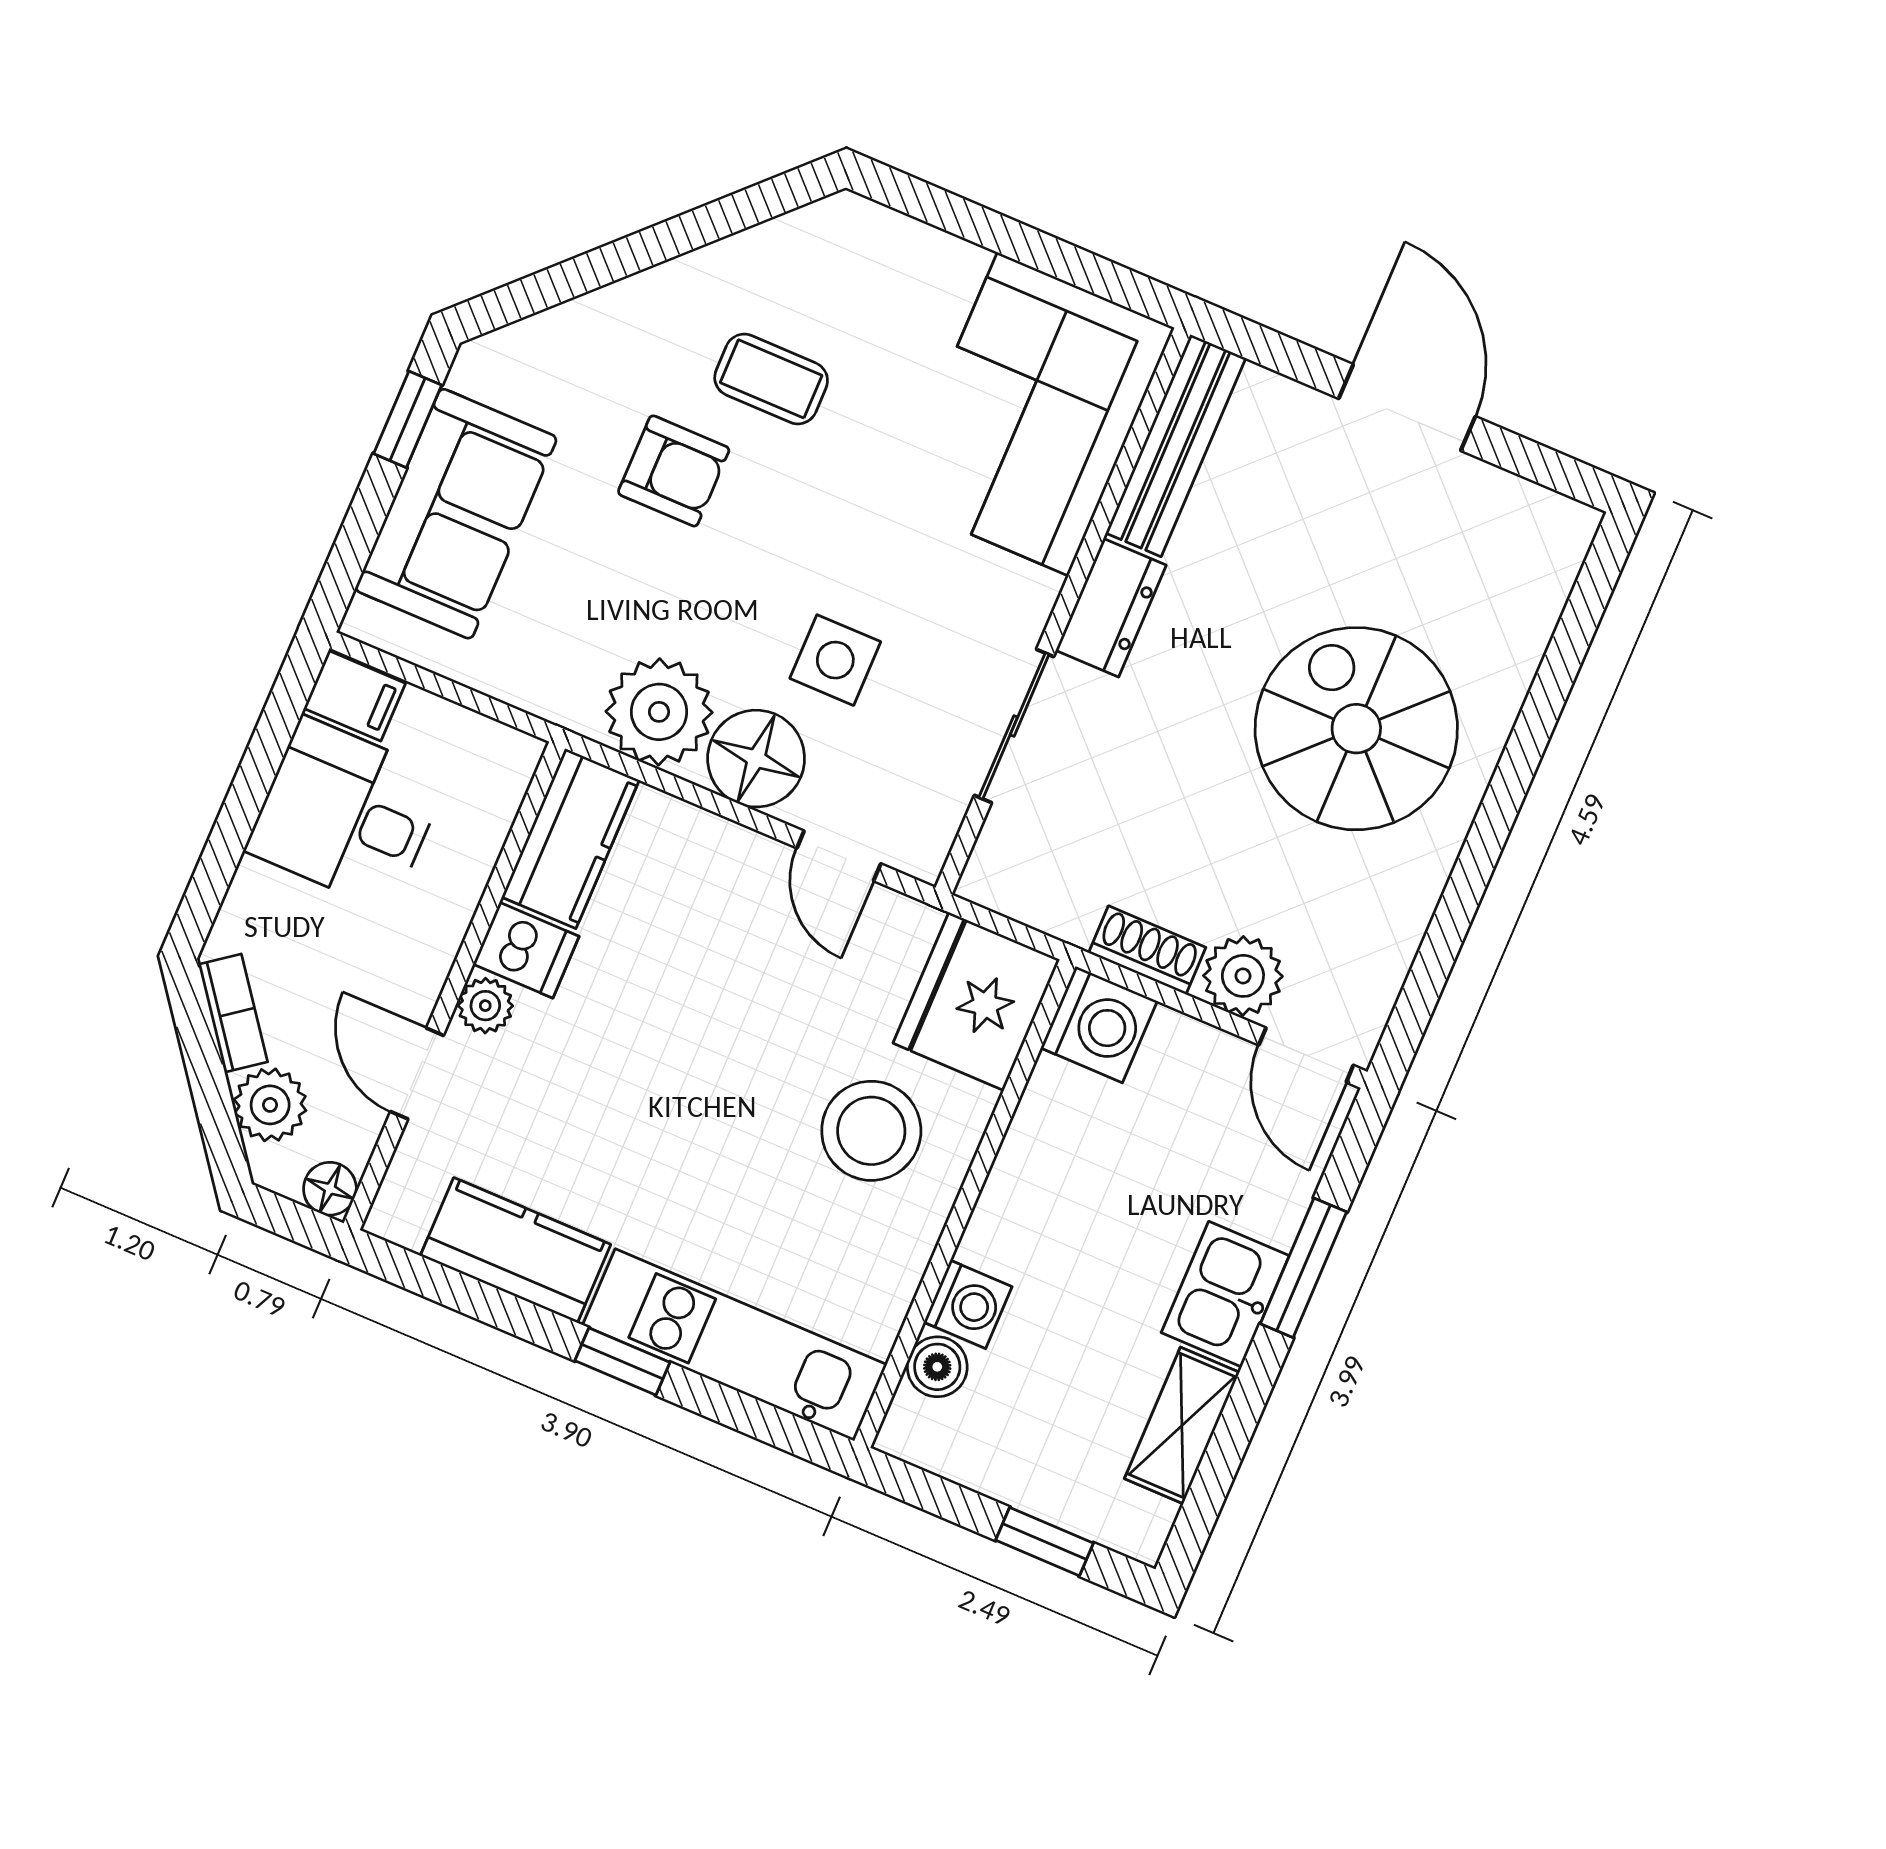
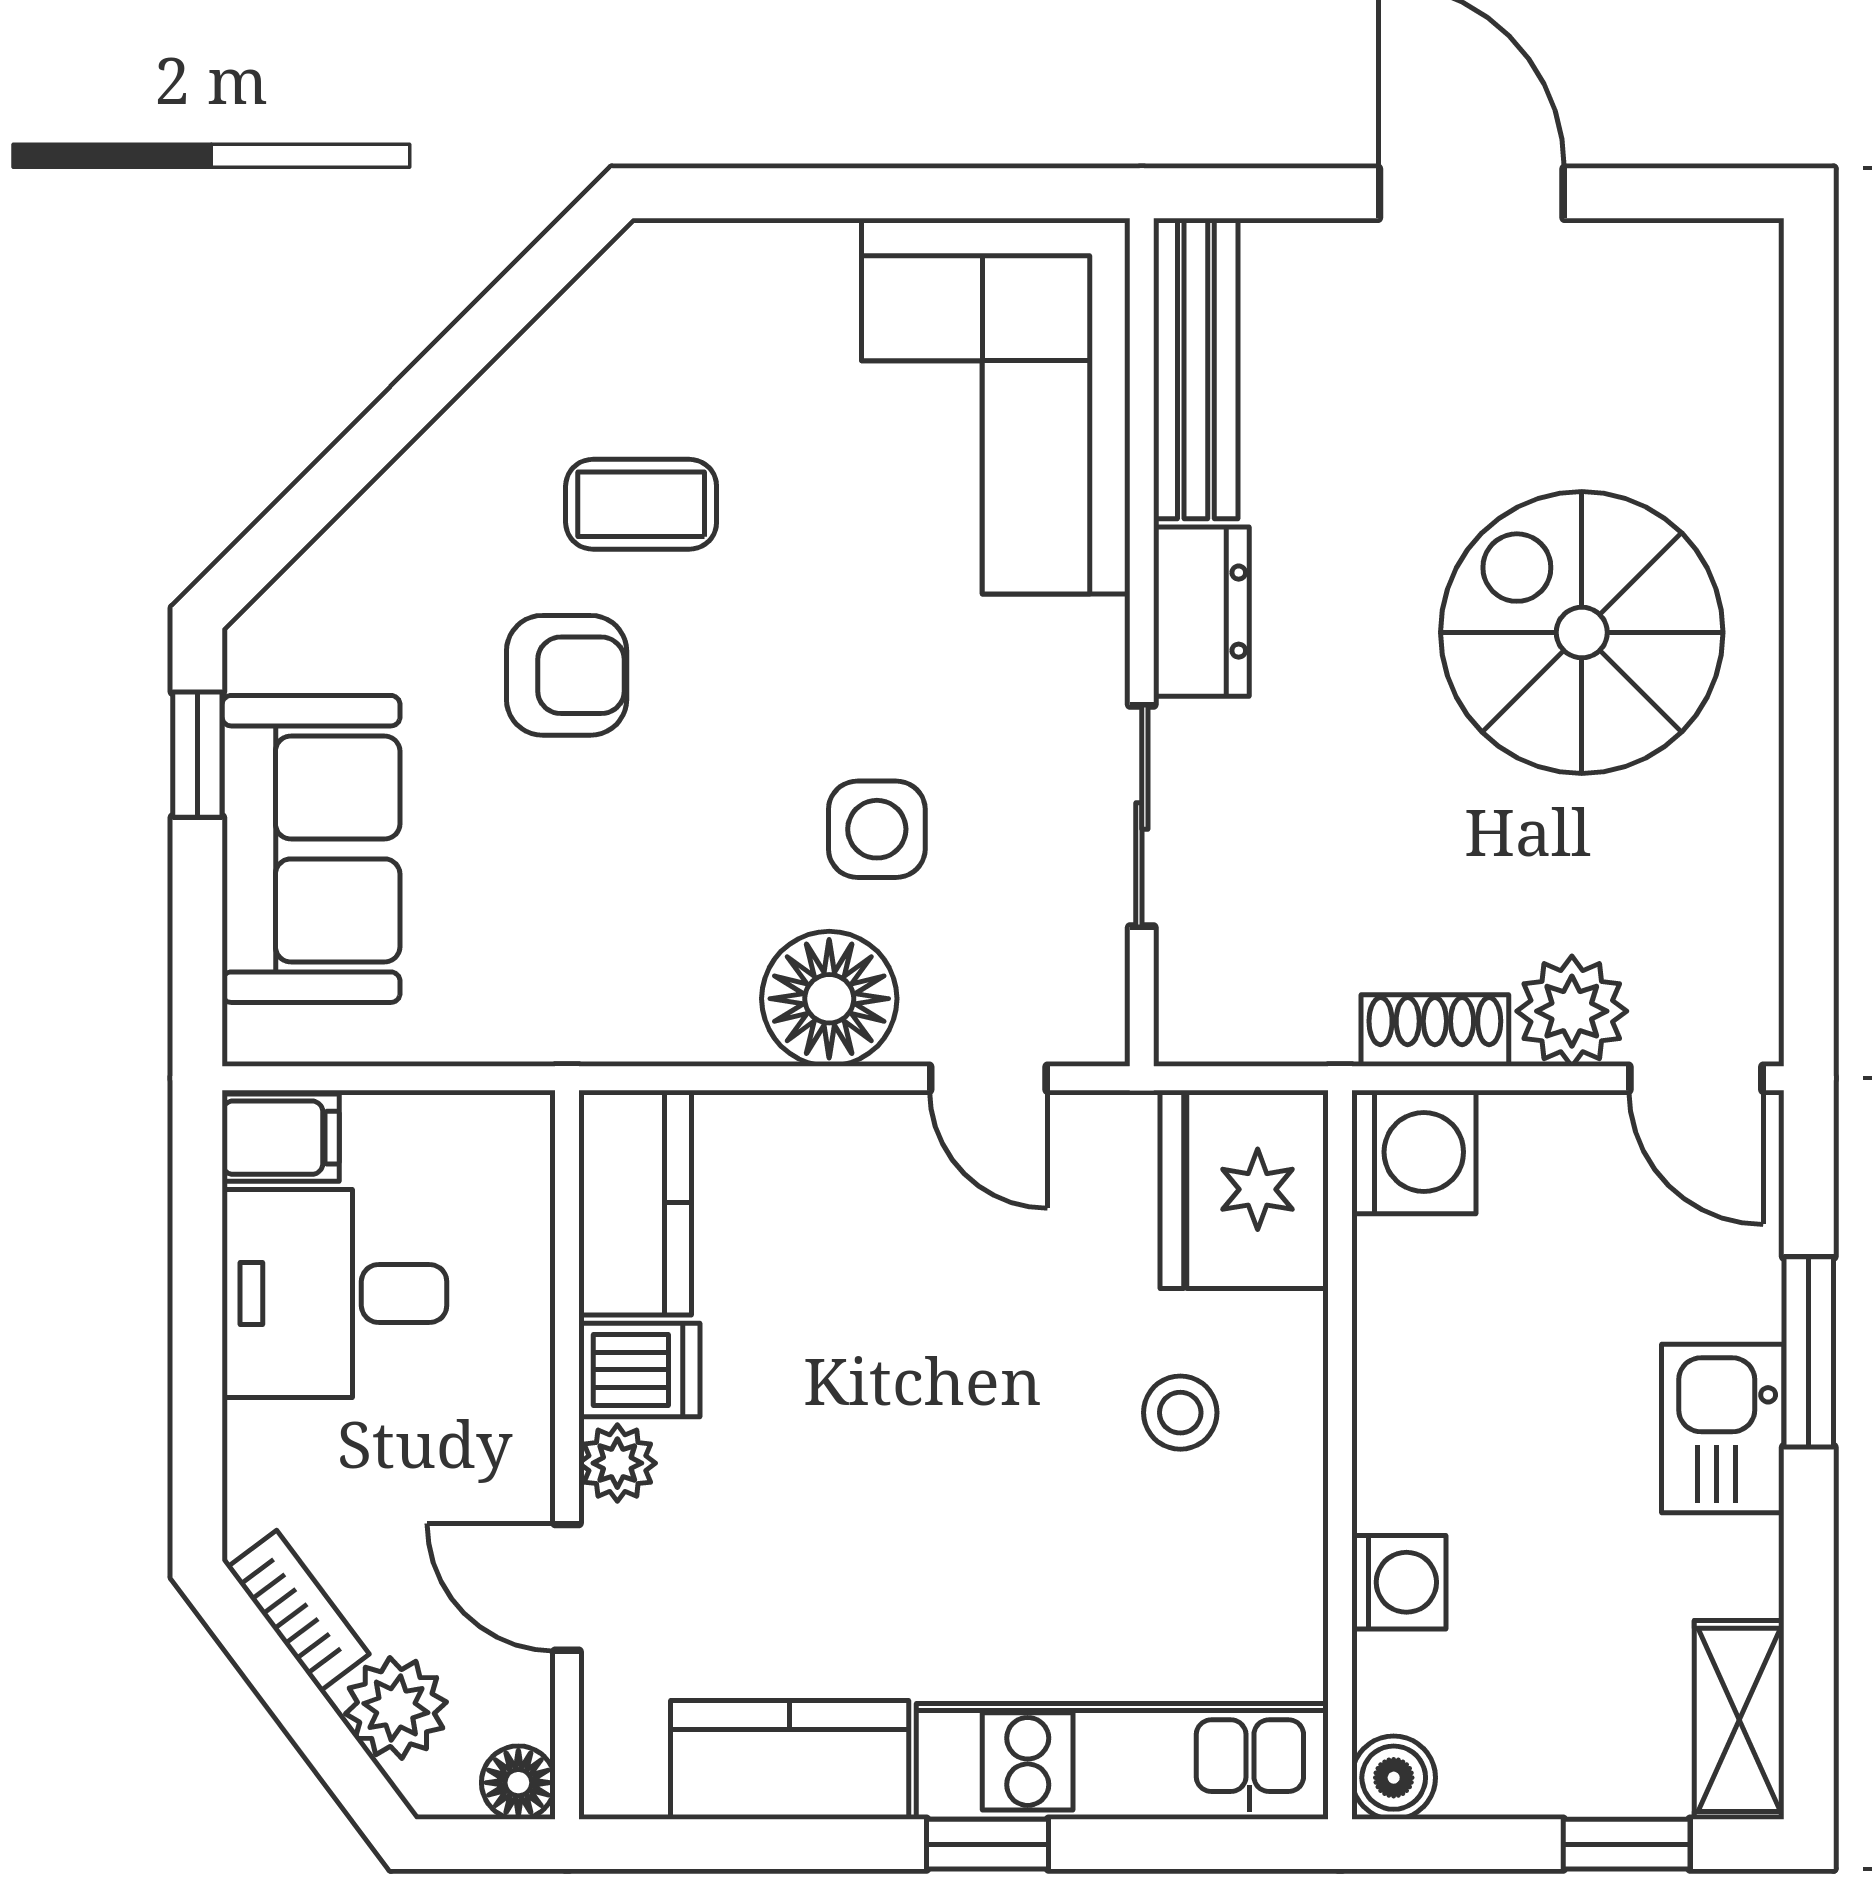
plant: (659, 712) -> (679, 992), removed
stool: (871, 1131) -> (1180, 1413), width x0.53, depth x0.53
boiler: (937, 1367) -> (1394, 1778), moved
shelving: (1182, 1425) -> (1739, 1720), moved

